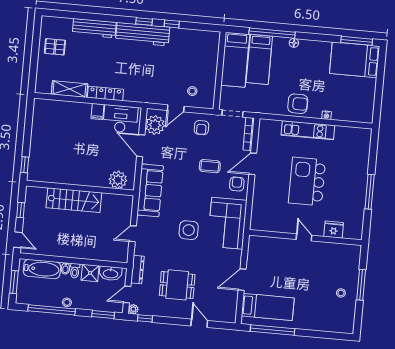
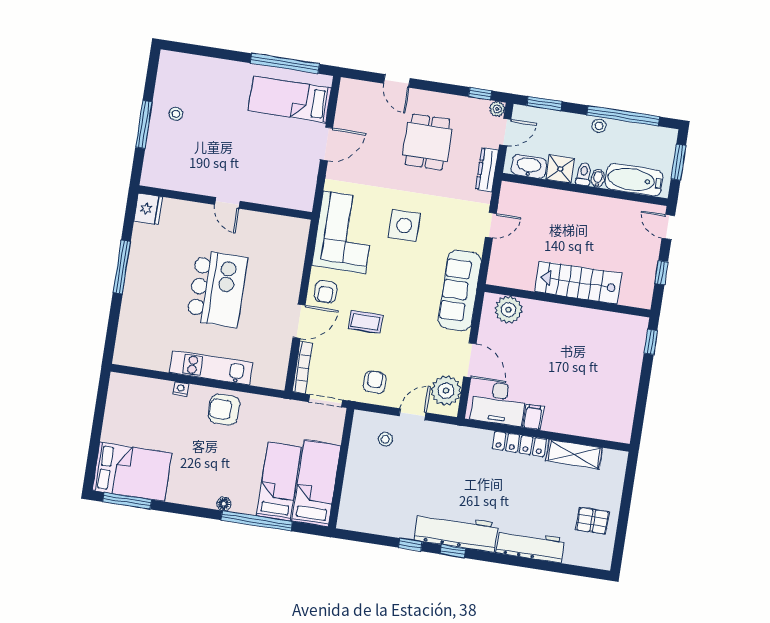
fridge: (334, 230) -> (148, 209), moved, turned -90
dining table: (177, 285) -> (427, 142), turned 90

